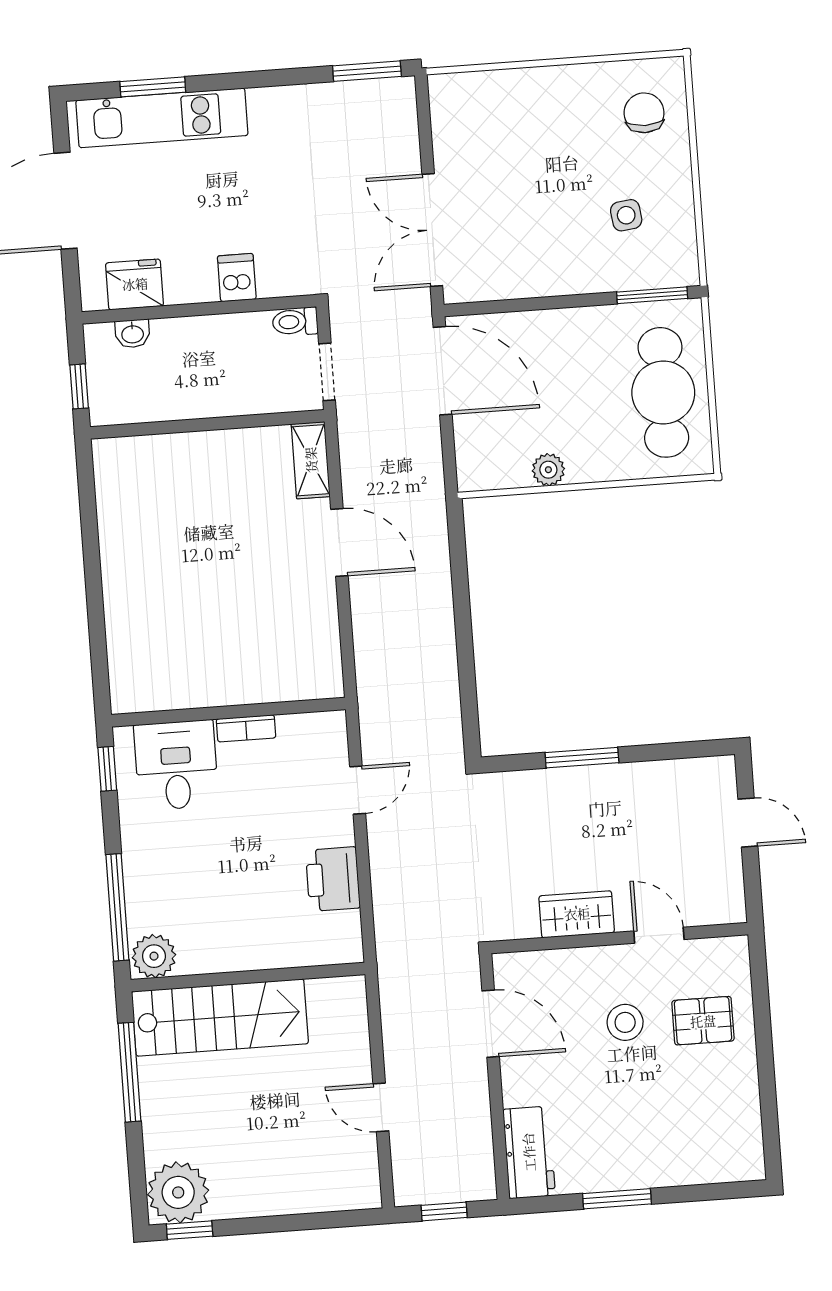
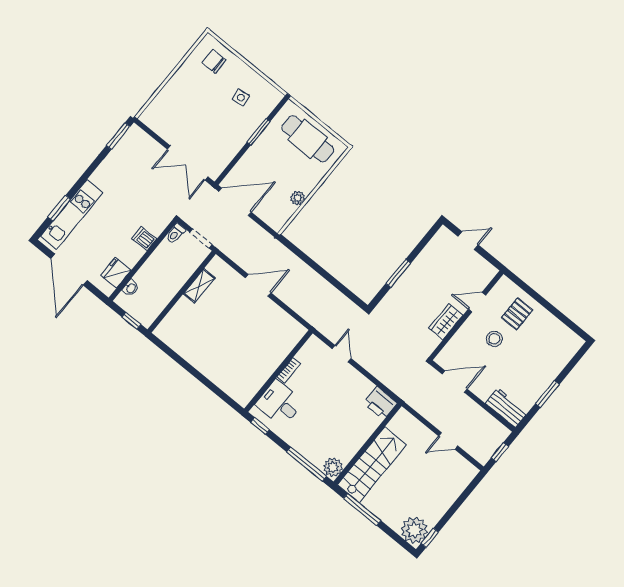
window: (652, 295) -> (258, 132), moved
shelving: (311, 460) -> (199, 286), moved, turned 90
printer: (333, 879) -> (380, 403), moved

